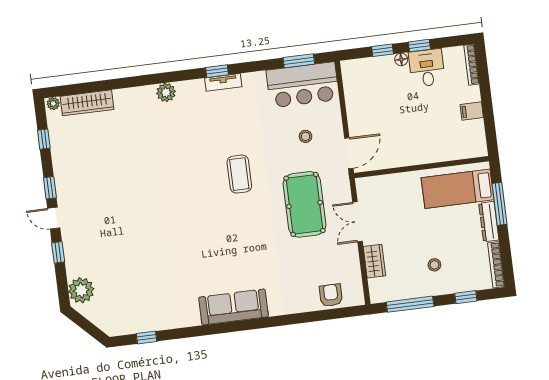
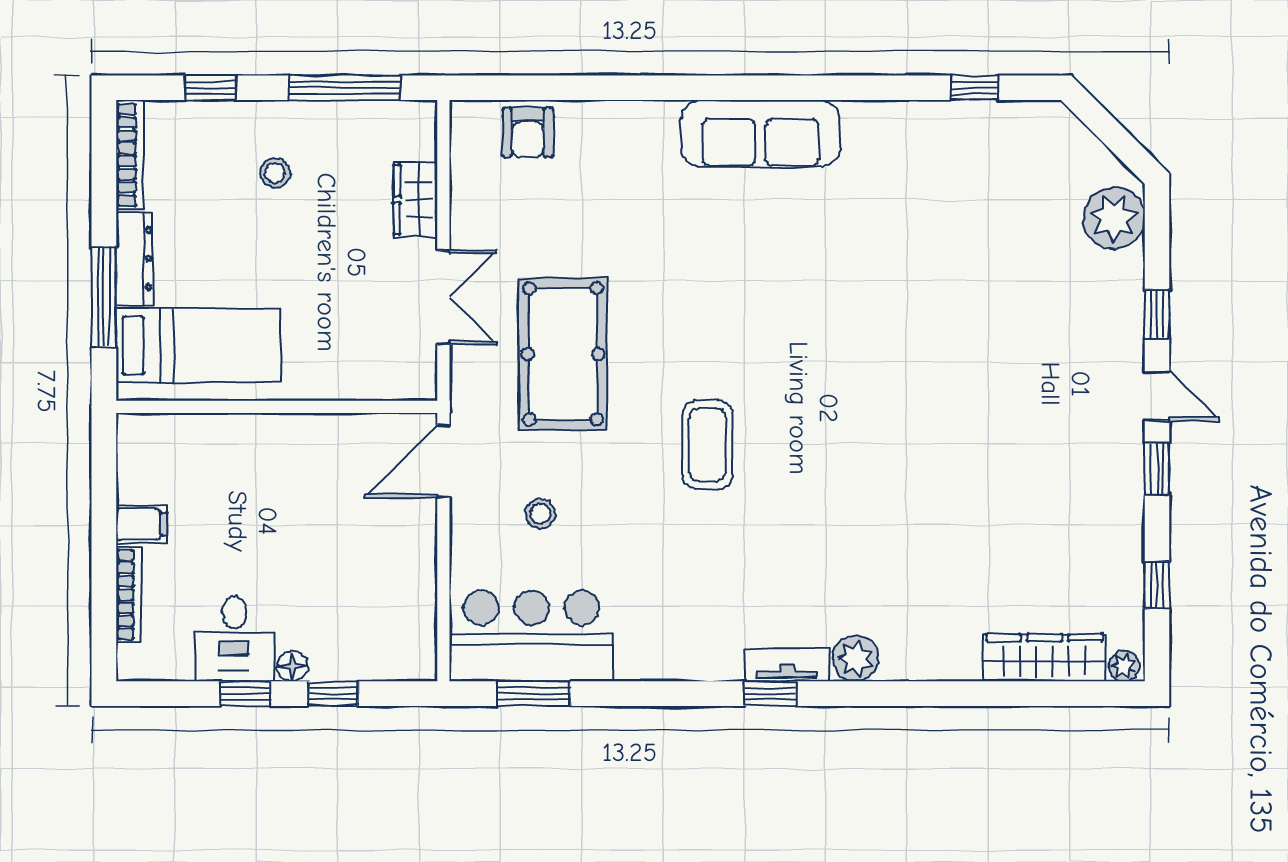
bookcase: (471, 65) -> (128, 595), moved
window: (217, 71) -> (770, 694), moved
tv unit: (223, 82) -> (787, 665), moved

